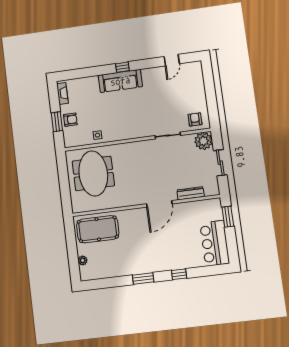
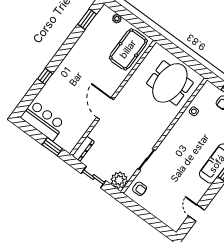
meeting table: (93, 173) -> (170, 83), turned 90
dresser: (191, 193) -> (83, 149), moved
window: (143, 279) -> (87, 19), moved

